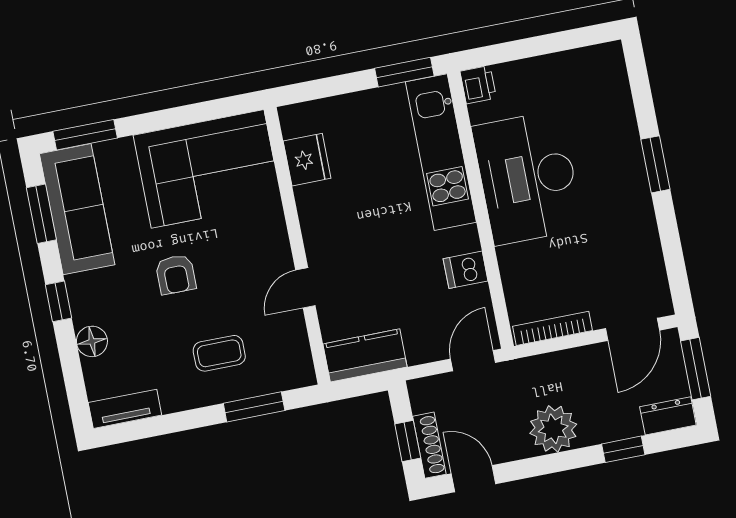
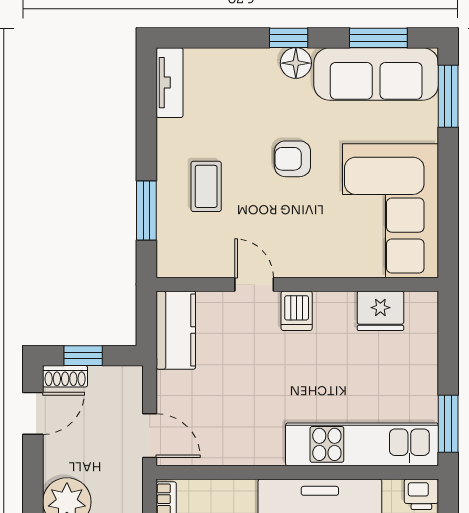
dishwasher: (466, 270) -> (297, 311), moved, turned 180
floor lamp: (92, 341) -> (296, 63), moved
shoe rack: (429, 445) -> (65, 376), width x0.70

